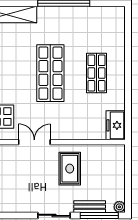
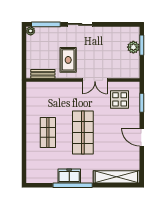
freezer: (116, 125) -> (69, 176), moved, turned -90
bench: (90, 207) -> (43, 74), moved

